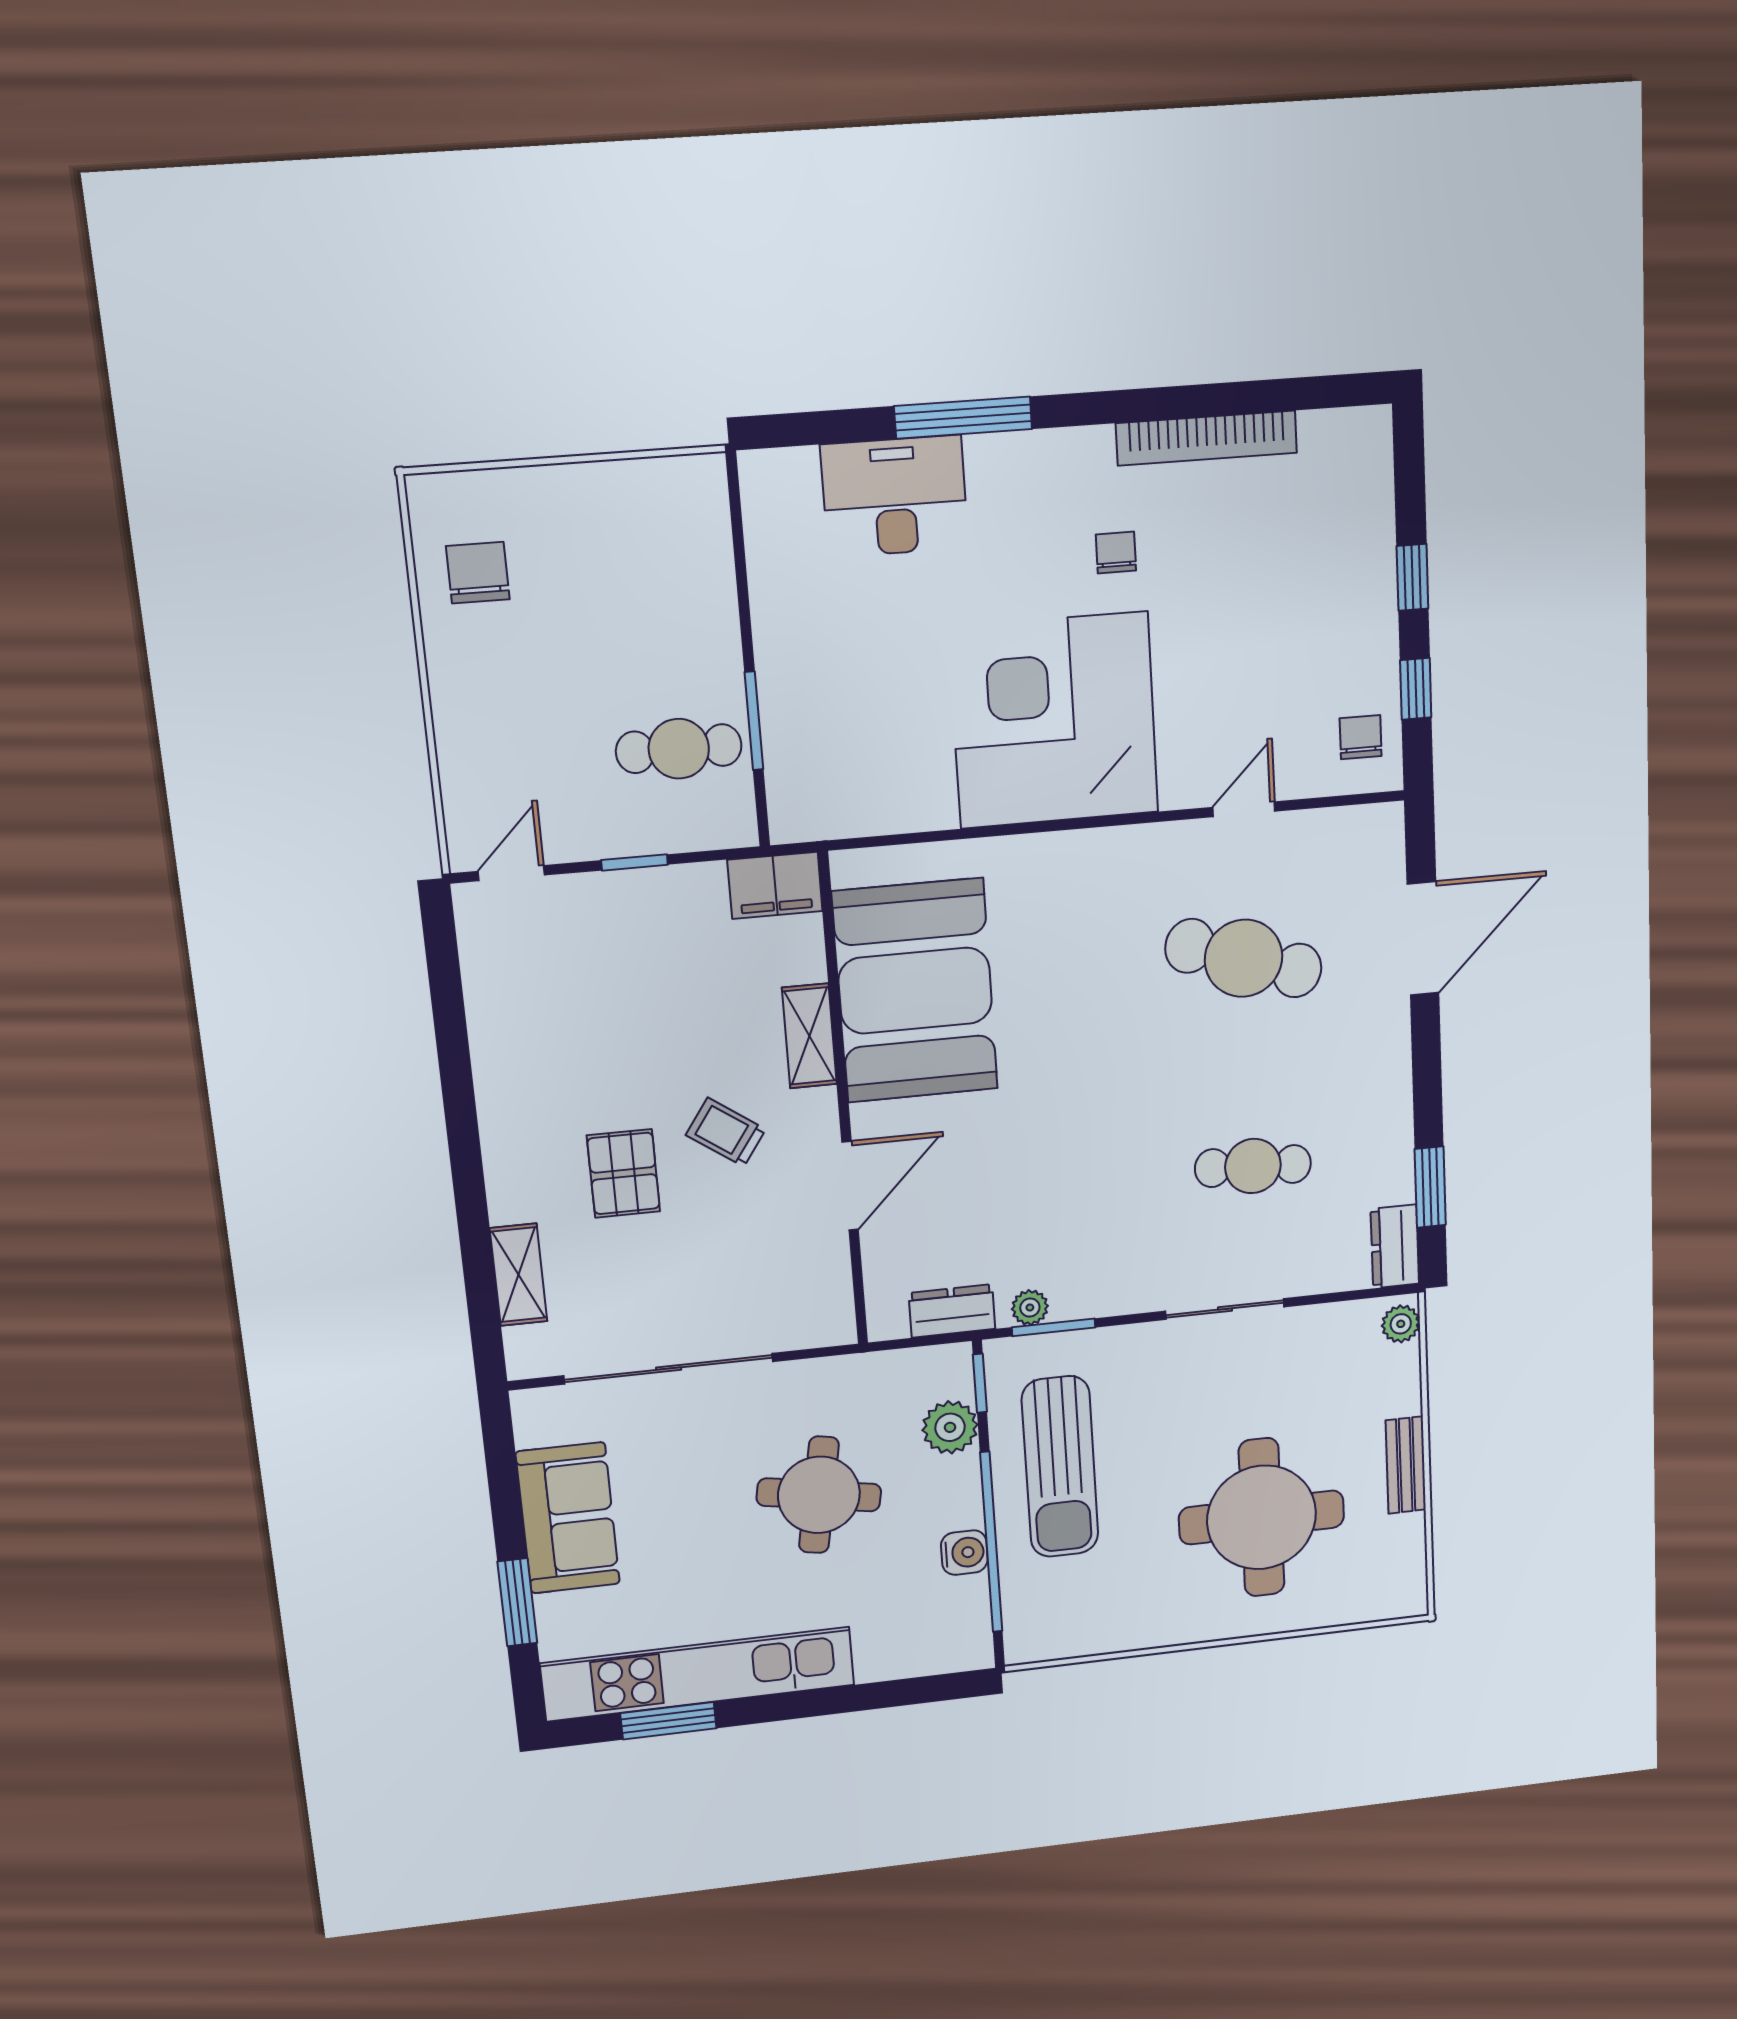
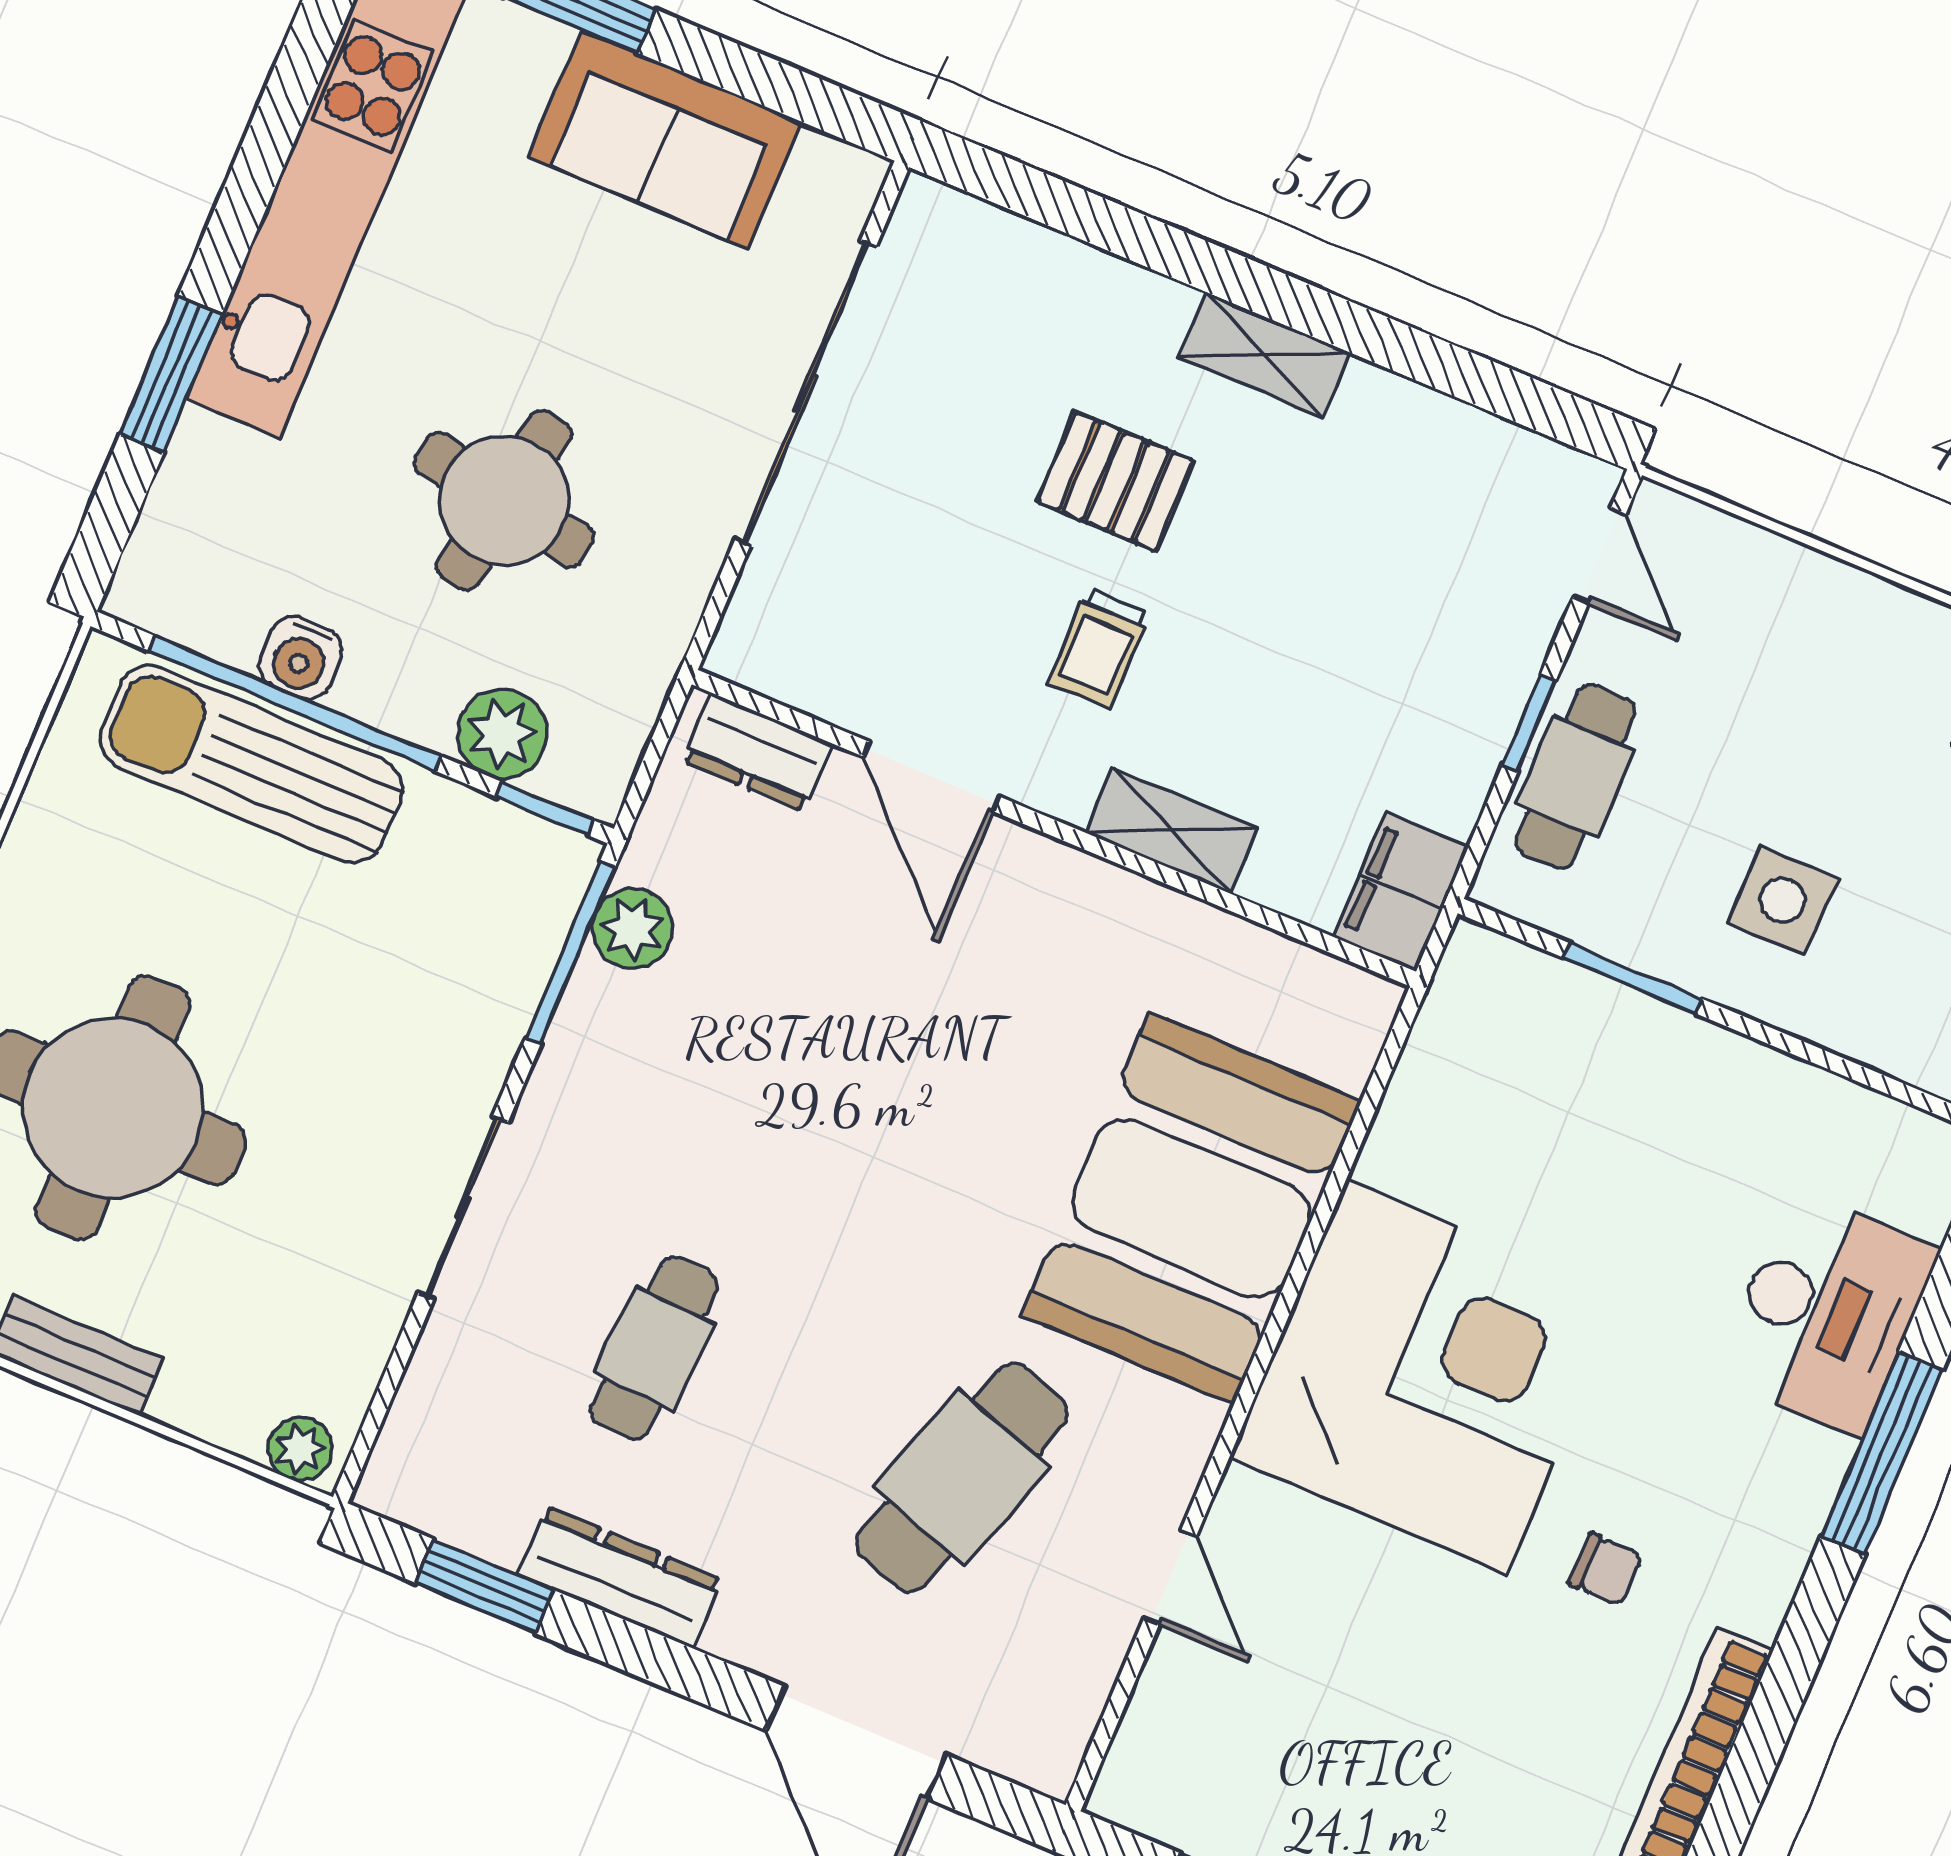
side table: (659, 654) -> (1783, 900), added
chair: (1361, 737) -> (1185, 1785), removed
cafe table: (679, 749) -> (1576, 777), moved
booth: (915, 991) -> (1191, 1208), moved, turned 90
trolley: (726, 1132) -> (1098, 648), turned 145
dresser: (1395, 1246) -> (620, 1577), moved, width x1.44
shelving: (519, 1275) -> (1264, 355), moved
plant: (1030, 1308) -> (632, 929), width x1.38, depth x1.38
dresser: (952, 1311) -> (757, 752), moved, turned 90
window: (1054, 1327) -> (570, 953), width x1.44
sun lounger: (1060, 1467) -> (251, 764), moved
window: (668, 1721) -> (171, 374), moved

